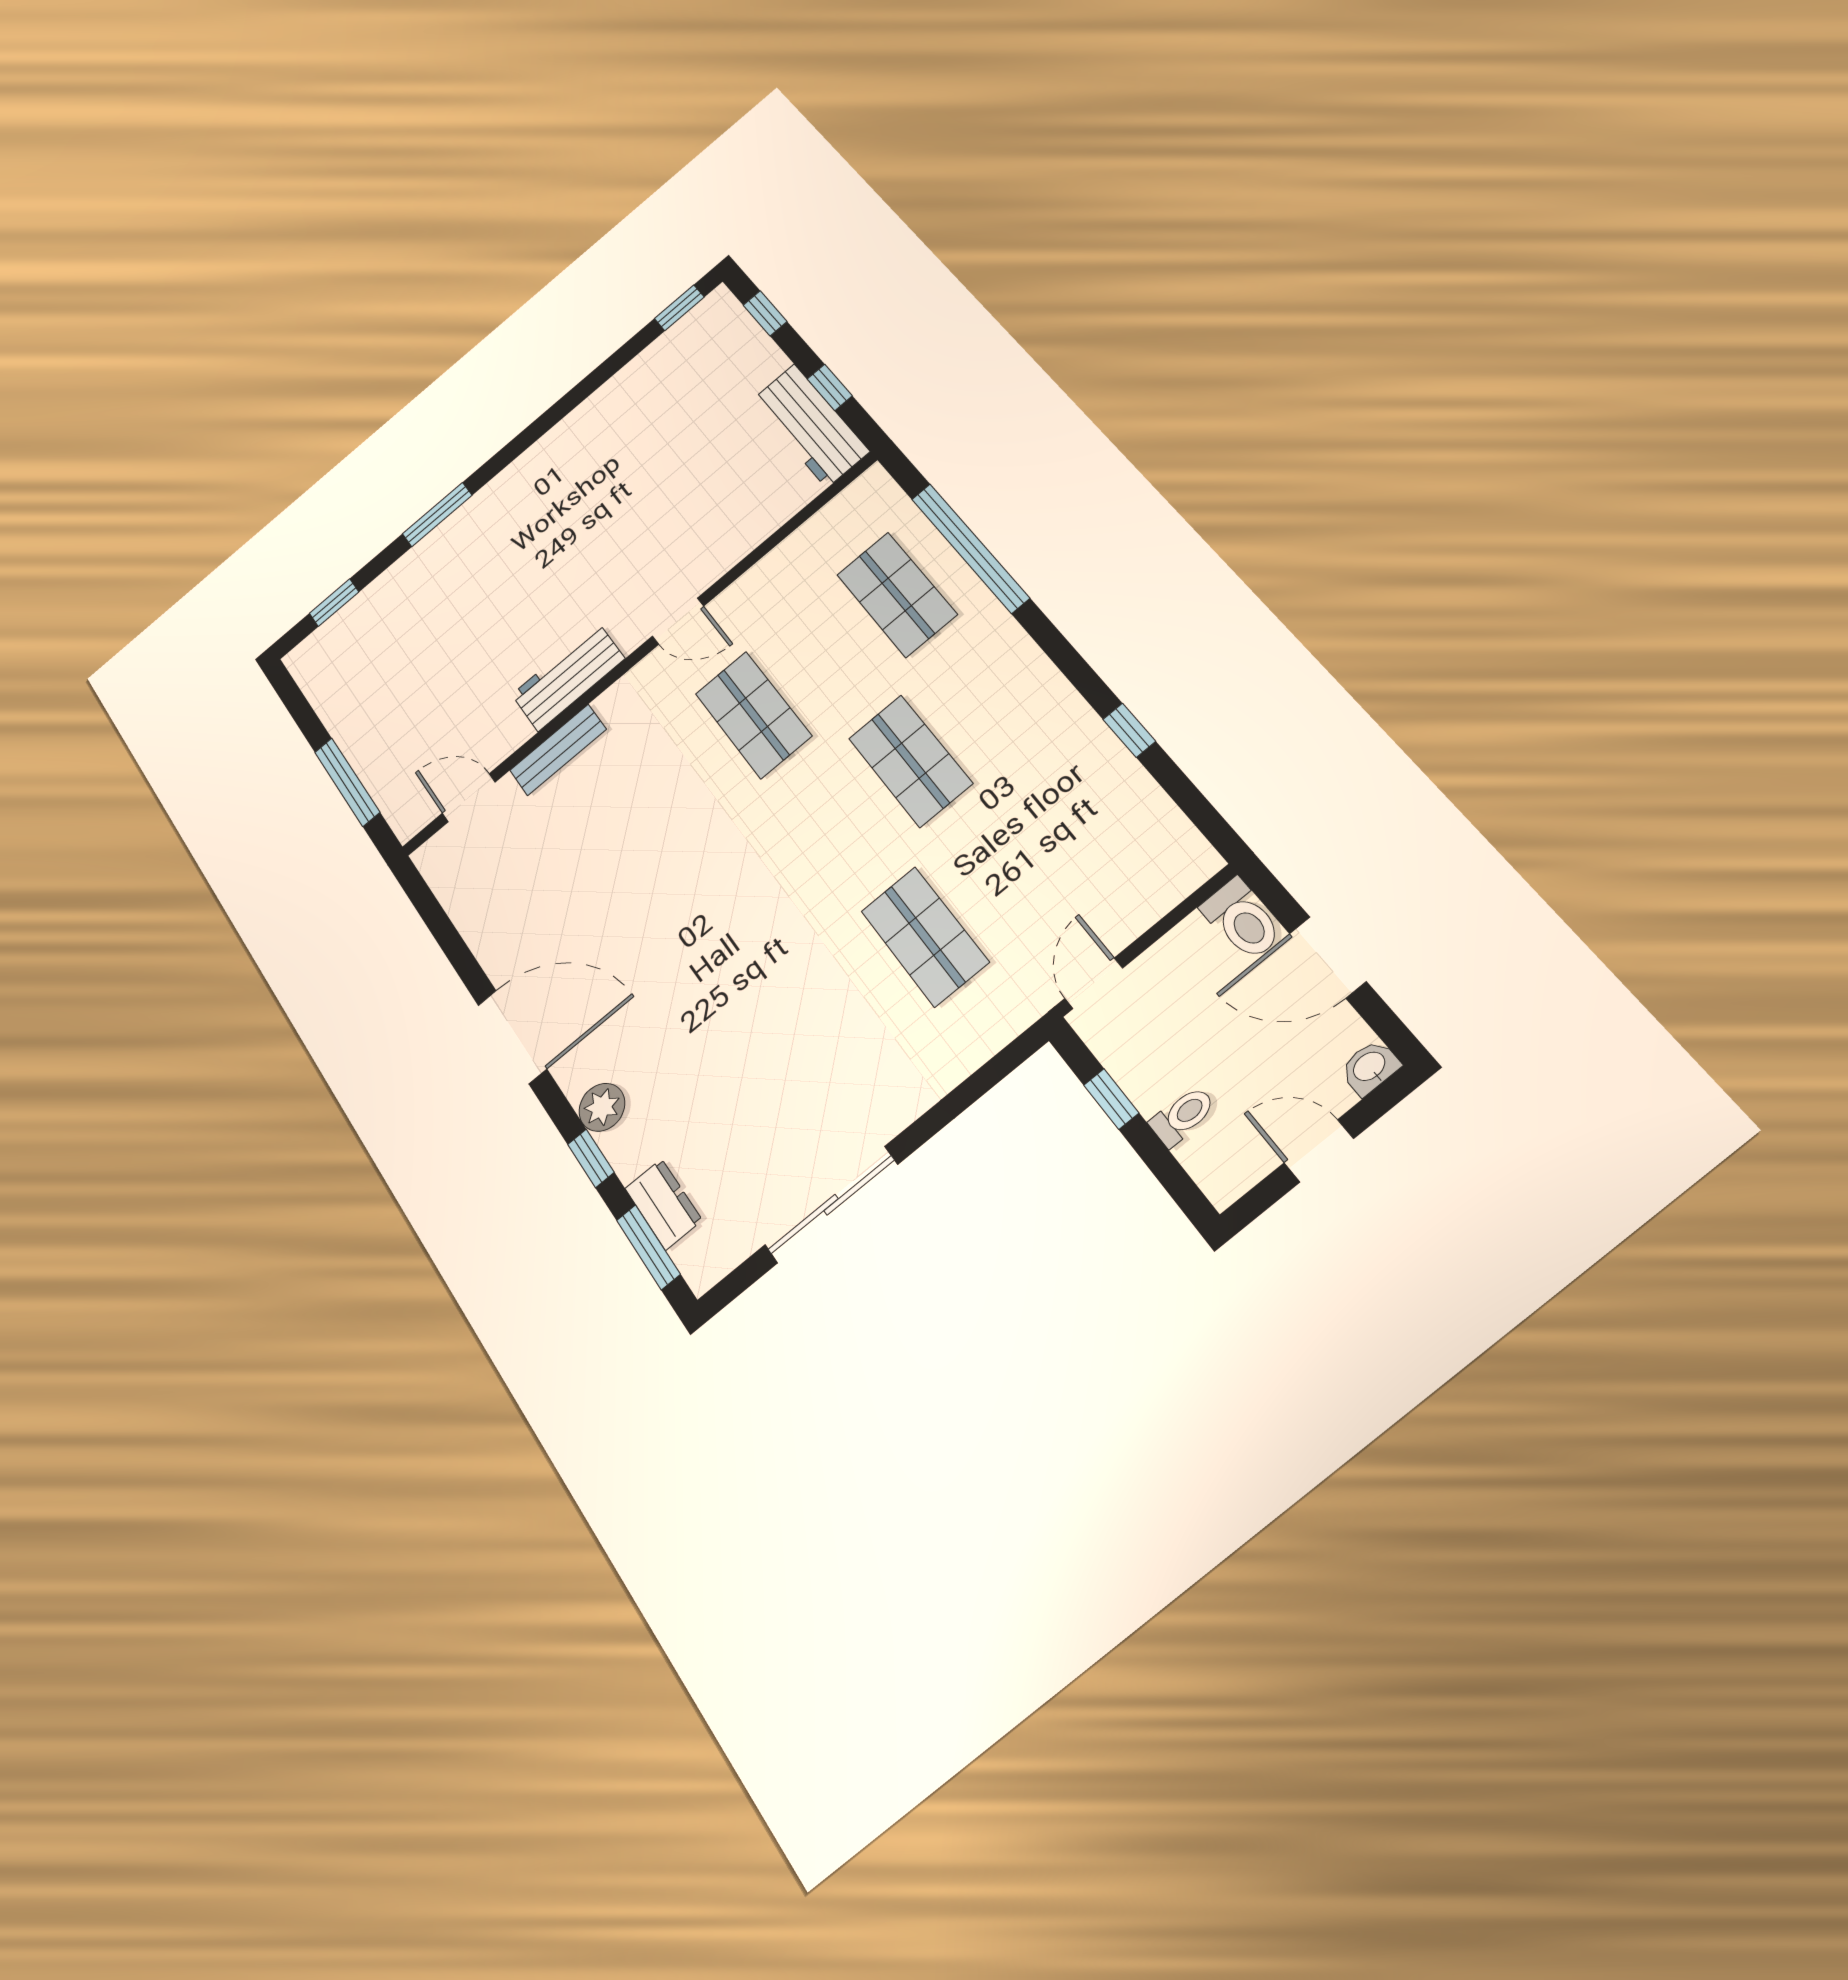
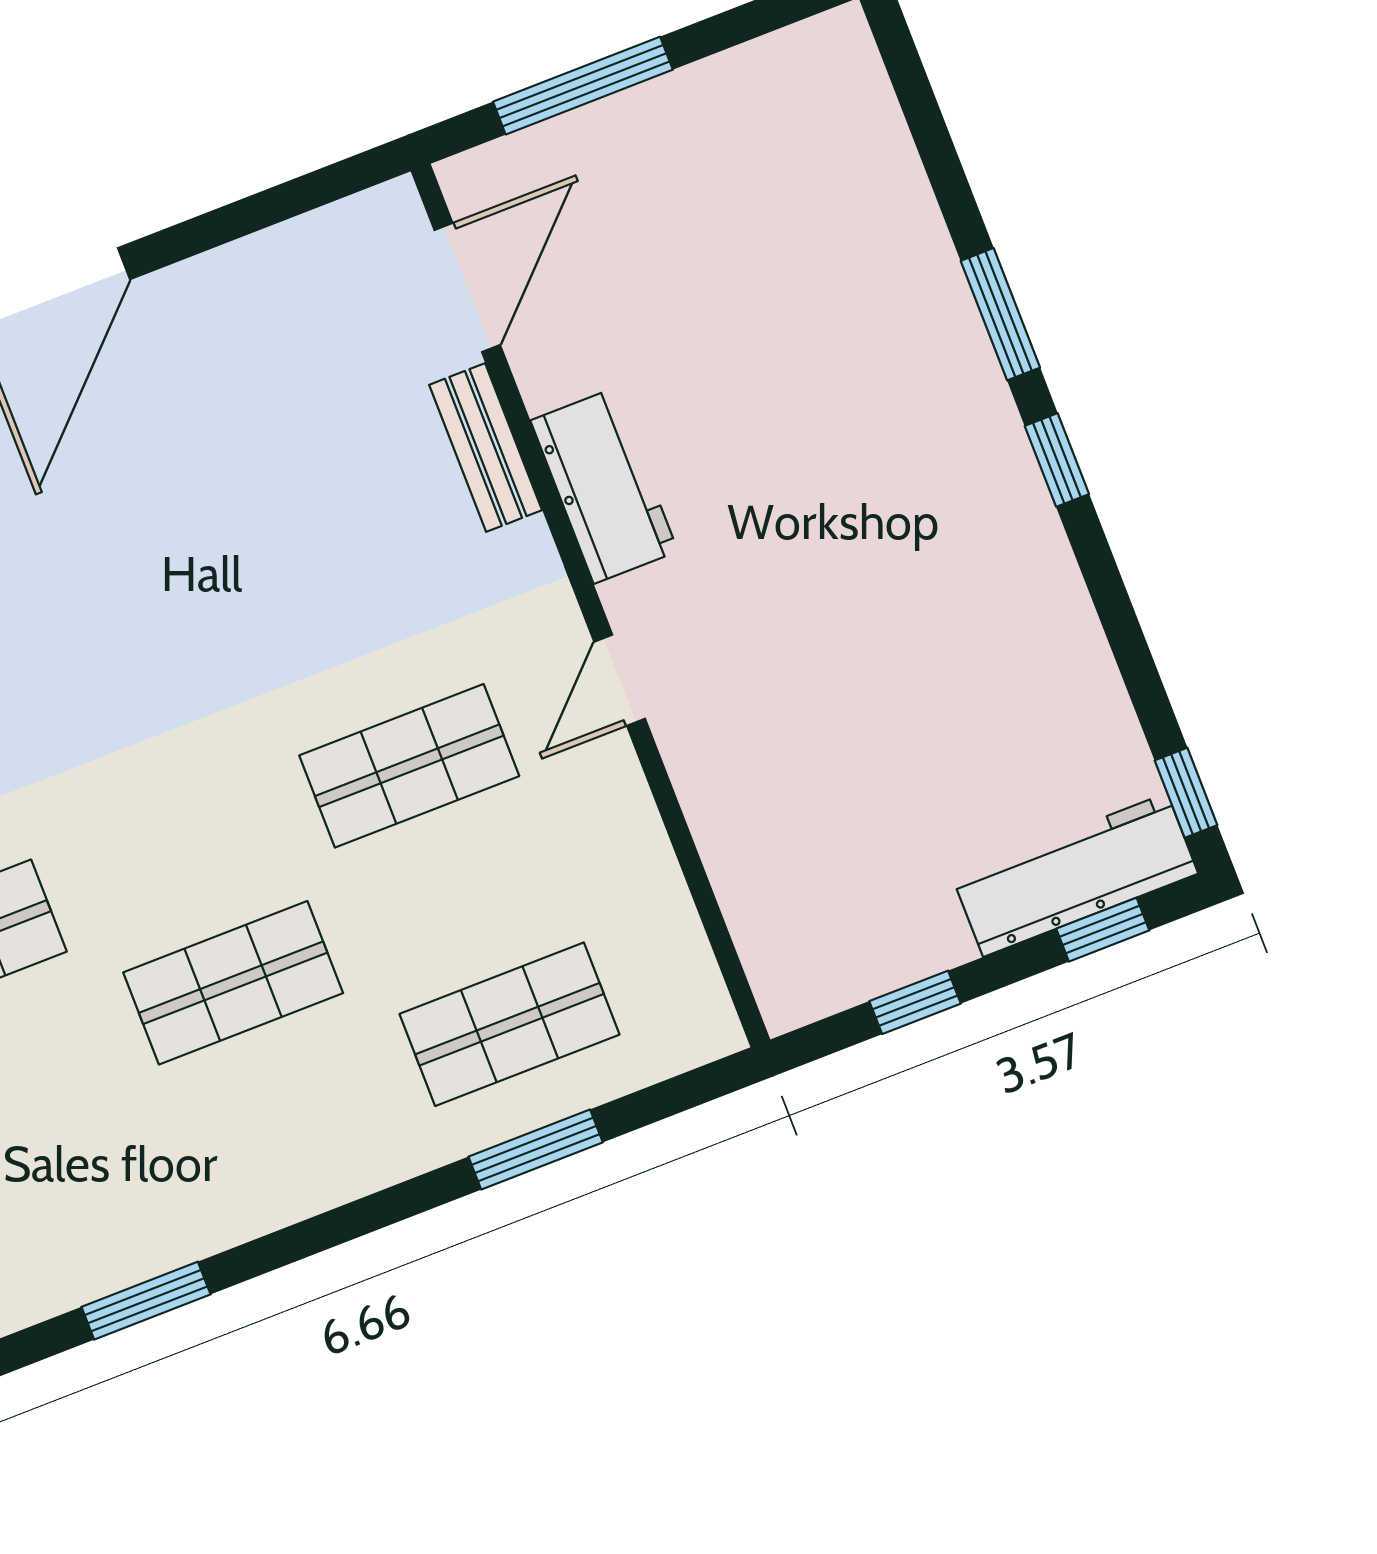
workbench: (810, 425) -> (1075, 875), moved
window: (970, 548) -> (536, 1150), width x0.47
window: (334, 603) -> (1057, 460), moved
window: (1129, 730) -> (146, 1301), width x1.50
door: (469, 798) -> (467, 287), width x1.38

